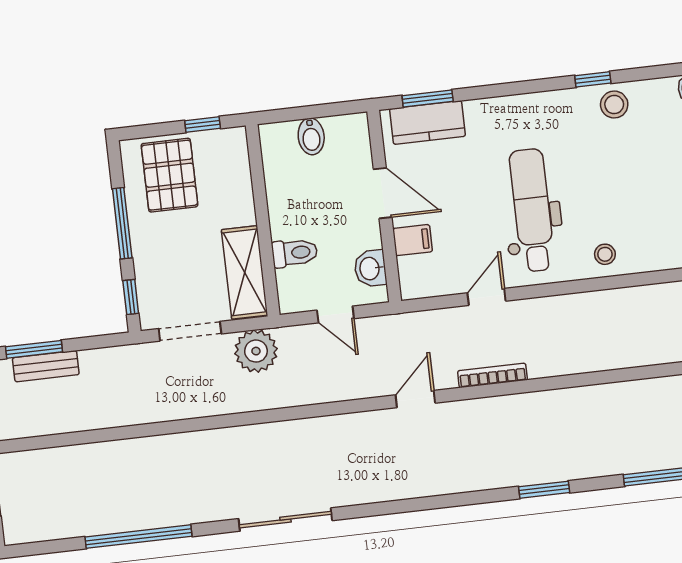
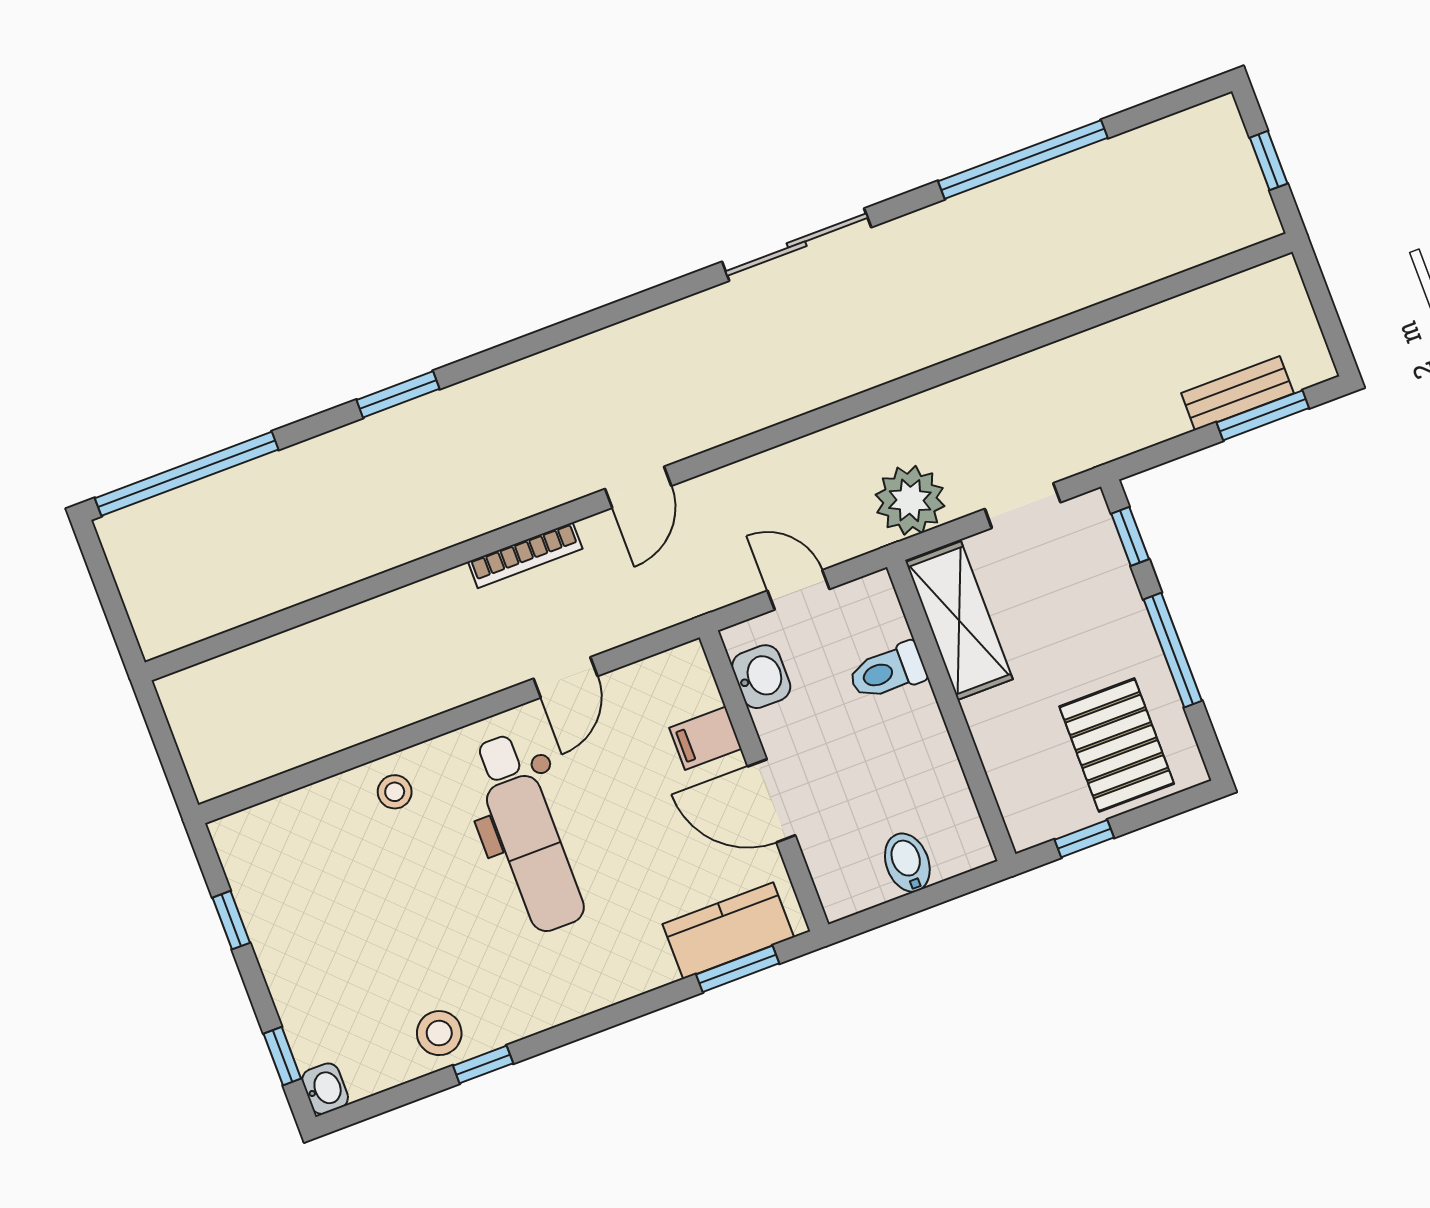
doorway: (190, 331) -> (1023, 506), width x0.73

